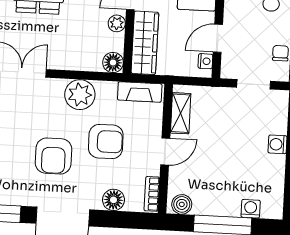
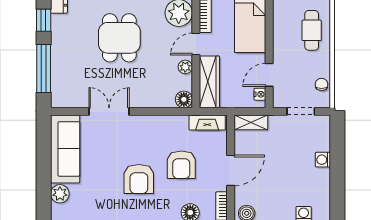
plant: (80, 95) -> (158, 127), removed
shelving: (181, 113) -> (251, 122), moved, turned 90
armchair: (106, 142) -> (181, 165), turned 90
door: (165, 152) -> (231, 170), width x1.38

